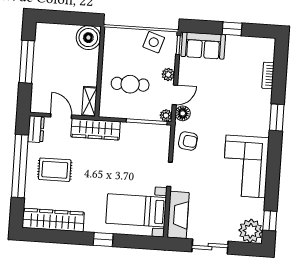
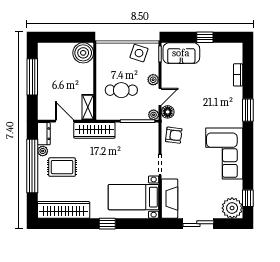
plant: (33, 149) -> (43, 151), added

